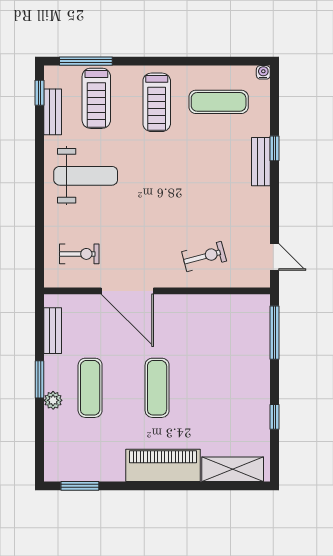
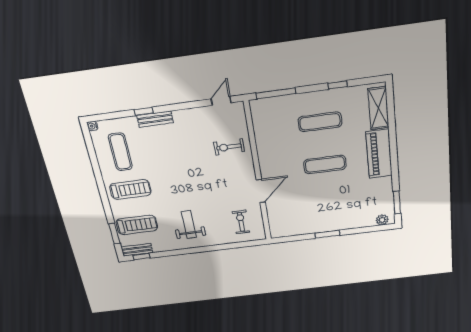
window: (86, 61) -> (114, 234), width x0.69
bench: (53, 112) -> (137, 250), moved
weight bench: (86, 176) -> (189, 225), width x0.73, depth x0.75
exercise bike: (204, 256) -> (229, 147), turned -75
door: (127, 291) -> (261, 191), width x0.73
bench: (53, 331) -> (294, 231), removed
exercise mat: (90, 388) -> (320, 122), moved
plant: (53, 400) -> (382, 220), moved

